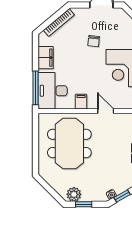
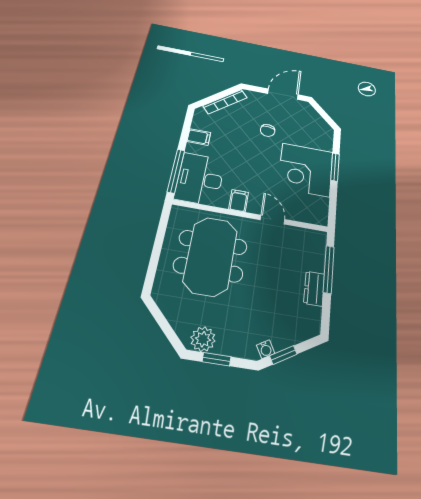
filing cabinet: (46, 58) -> (199, 137), width x0.50

